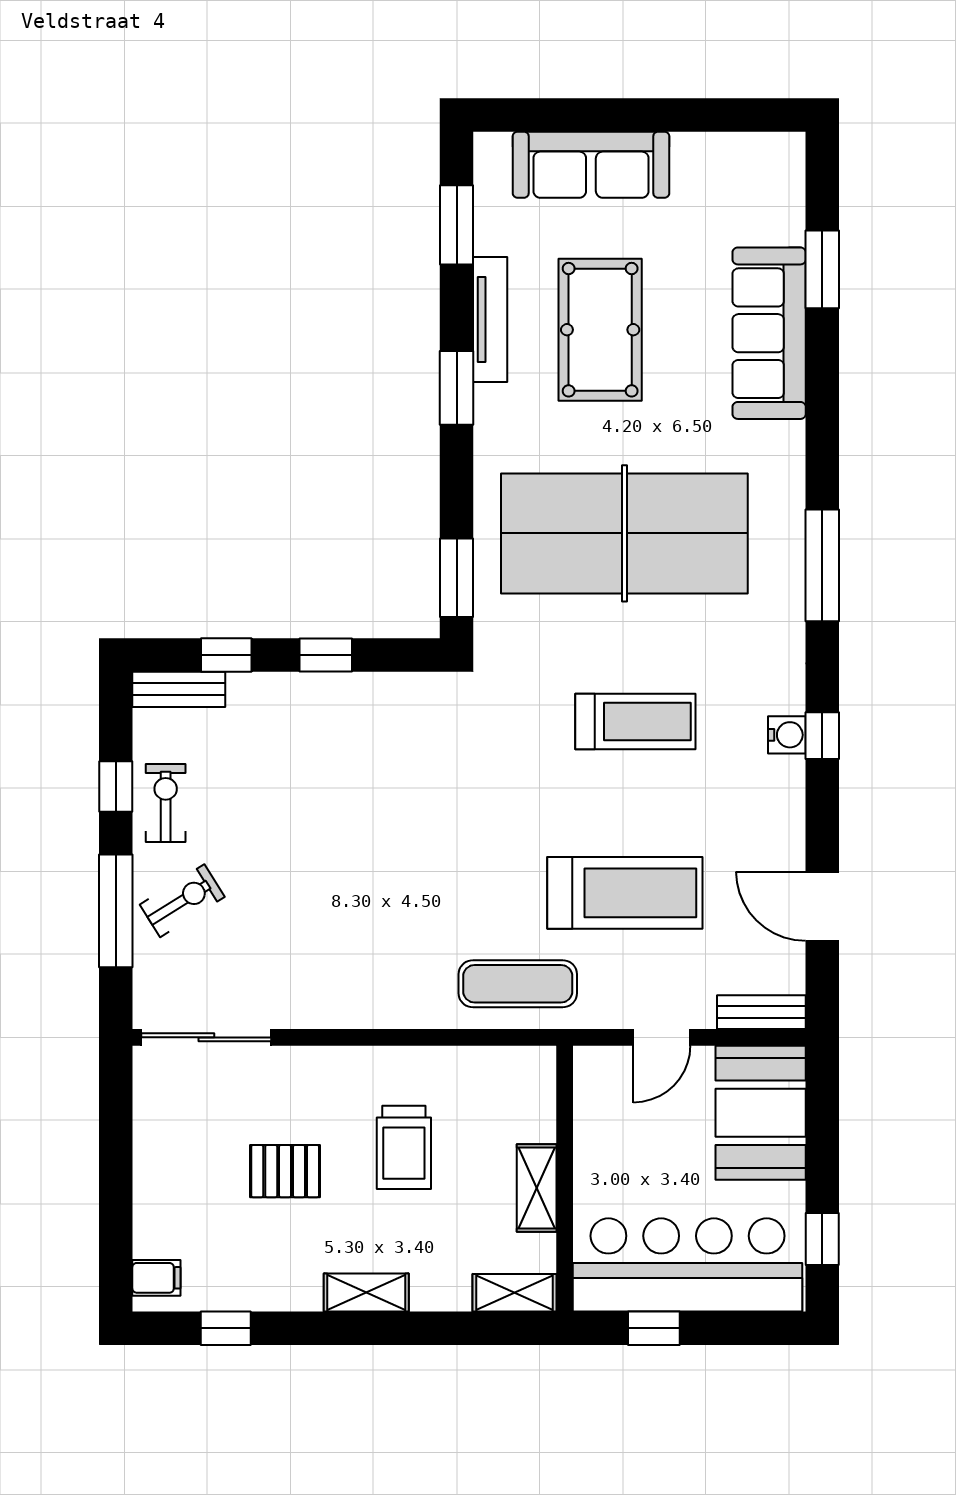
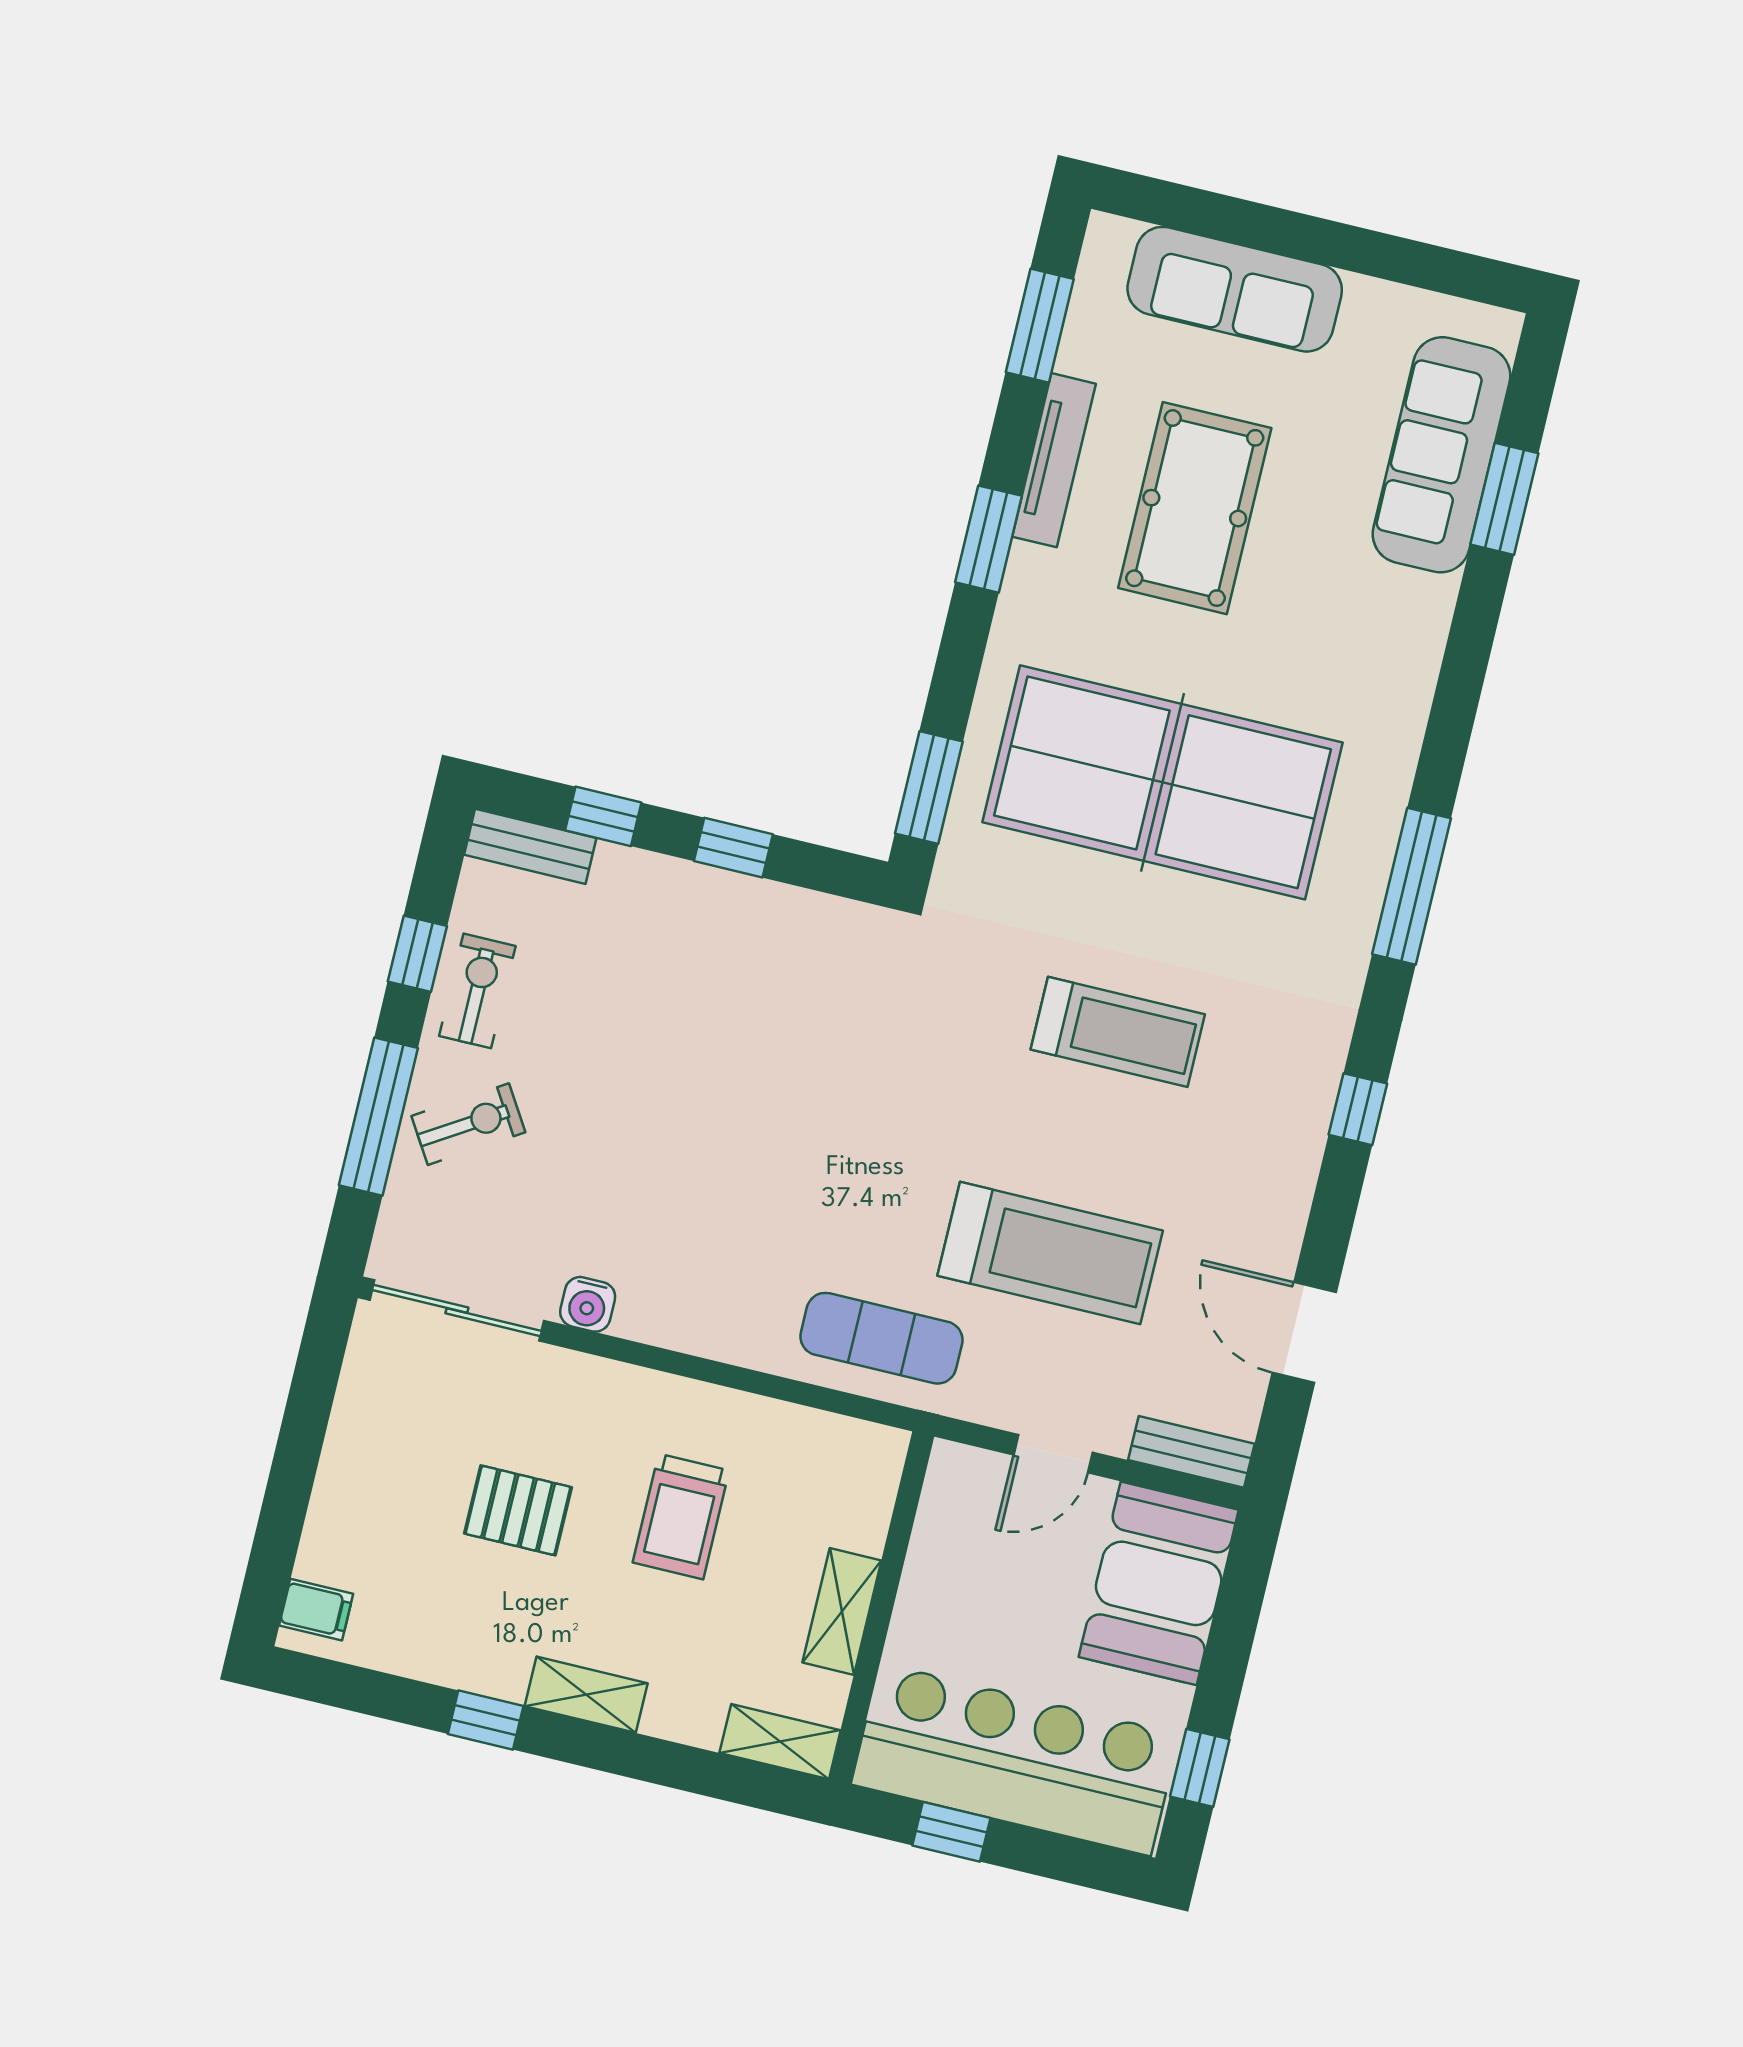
sofa: (769, 333) -> (1441, 455), moved
water cooler: (787, 735) -> (588, 1304), moved, turned 90
window: (226, 1328) -> (486, 1720), moved

